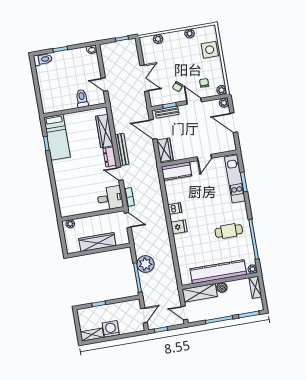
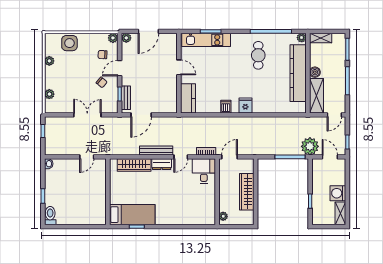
toilet: (82, 98) -> (97, 182), removed
wardrobe: (165, 150) -> (164, 107), removed
plant: (145, 264) -> (310, 146), moved

